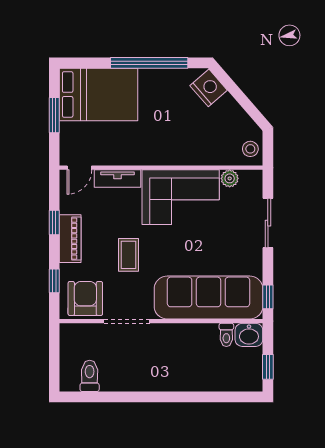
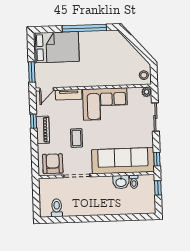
nightstand: (209, 88) -> (119, 41), removed
window: (54, 115) -> (32, 72), moved
plant: (230, 178) -> (147, 92), moved
window: (54, 281) -> (35, 154), removed
washbasin: (249, 335) -> (121, 182), moved
window: (268, 367) -> (158, 188), moved

